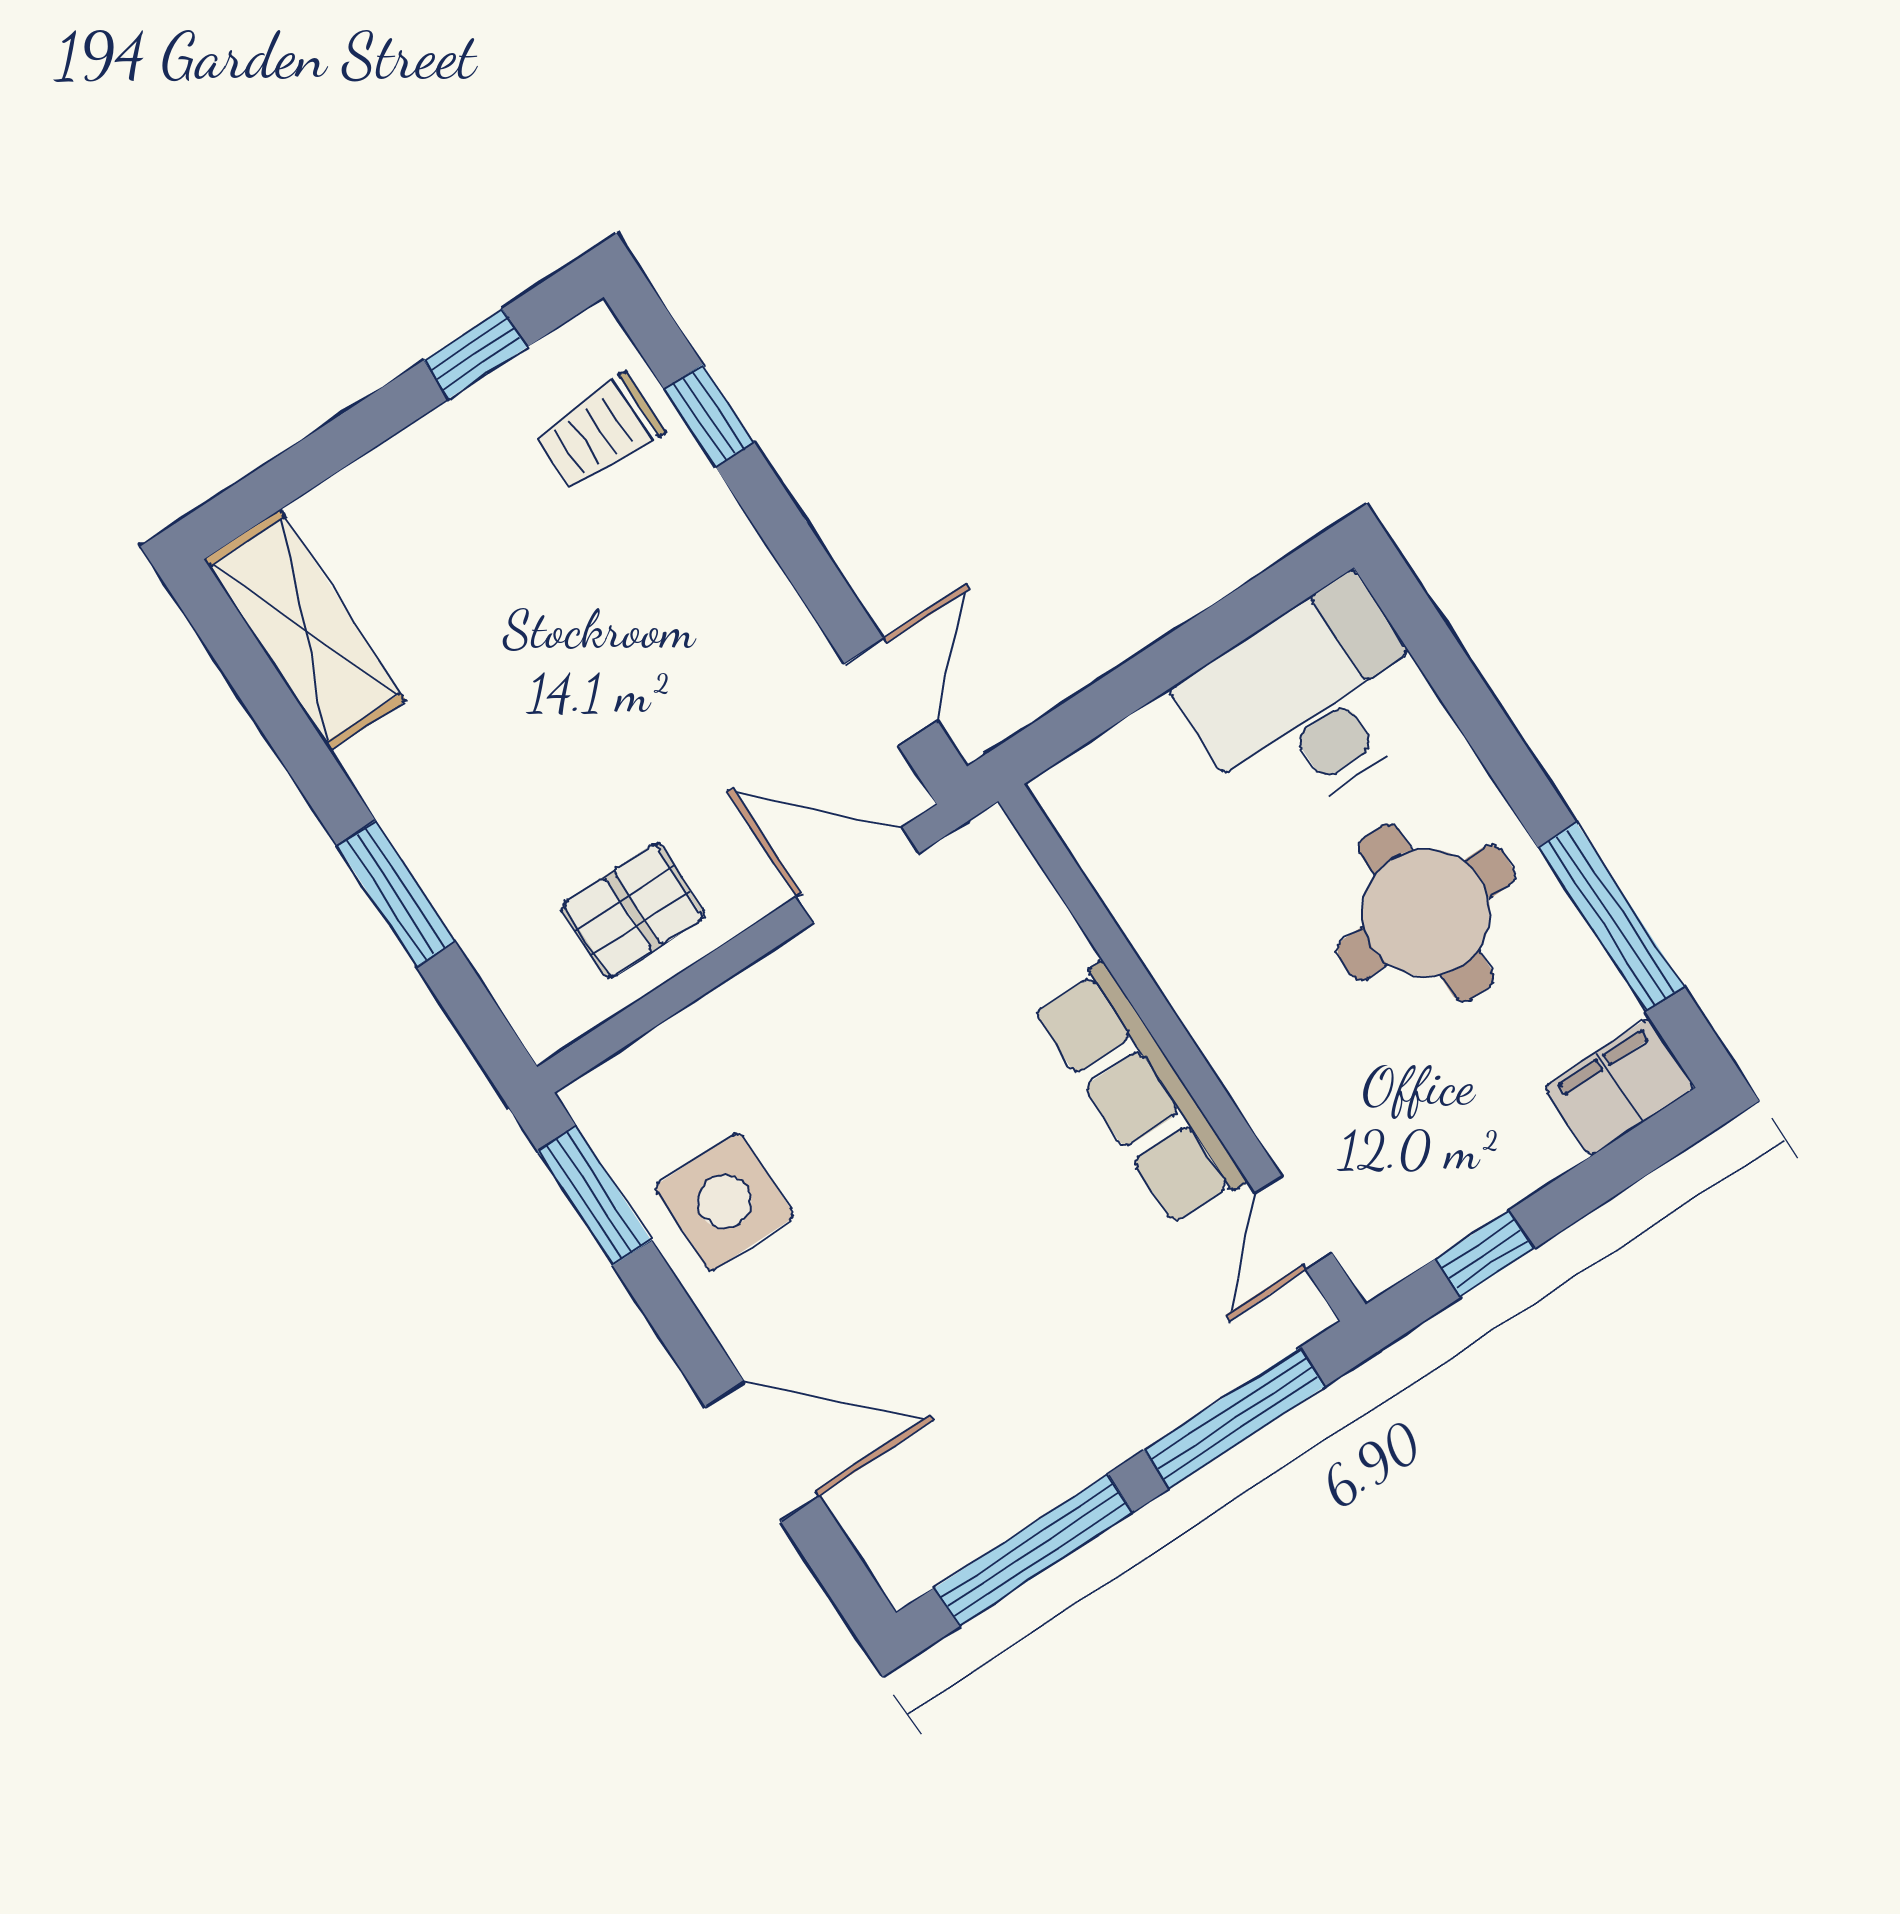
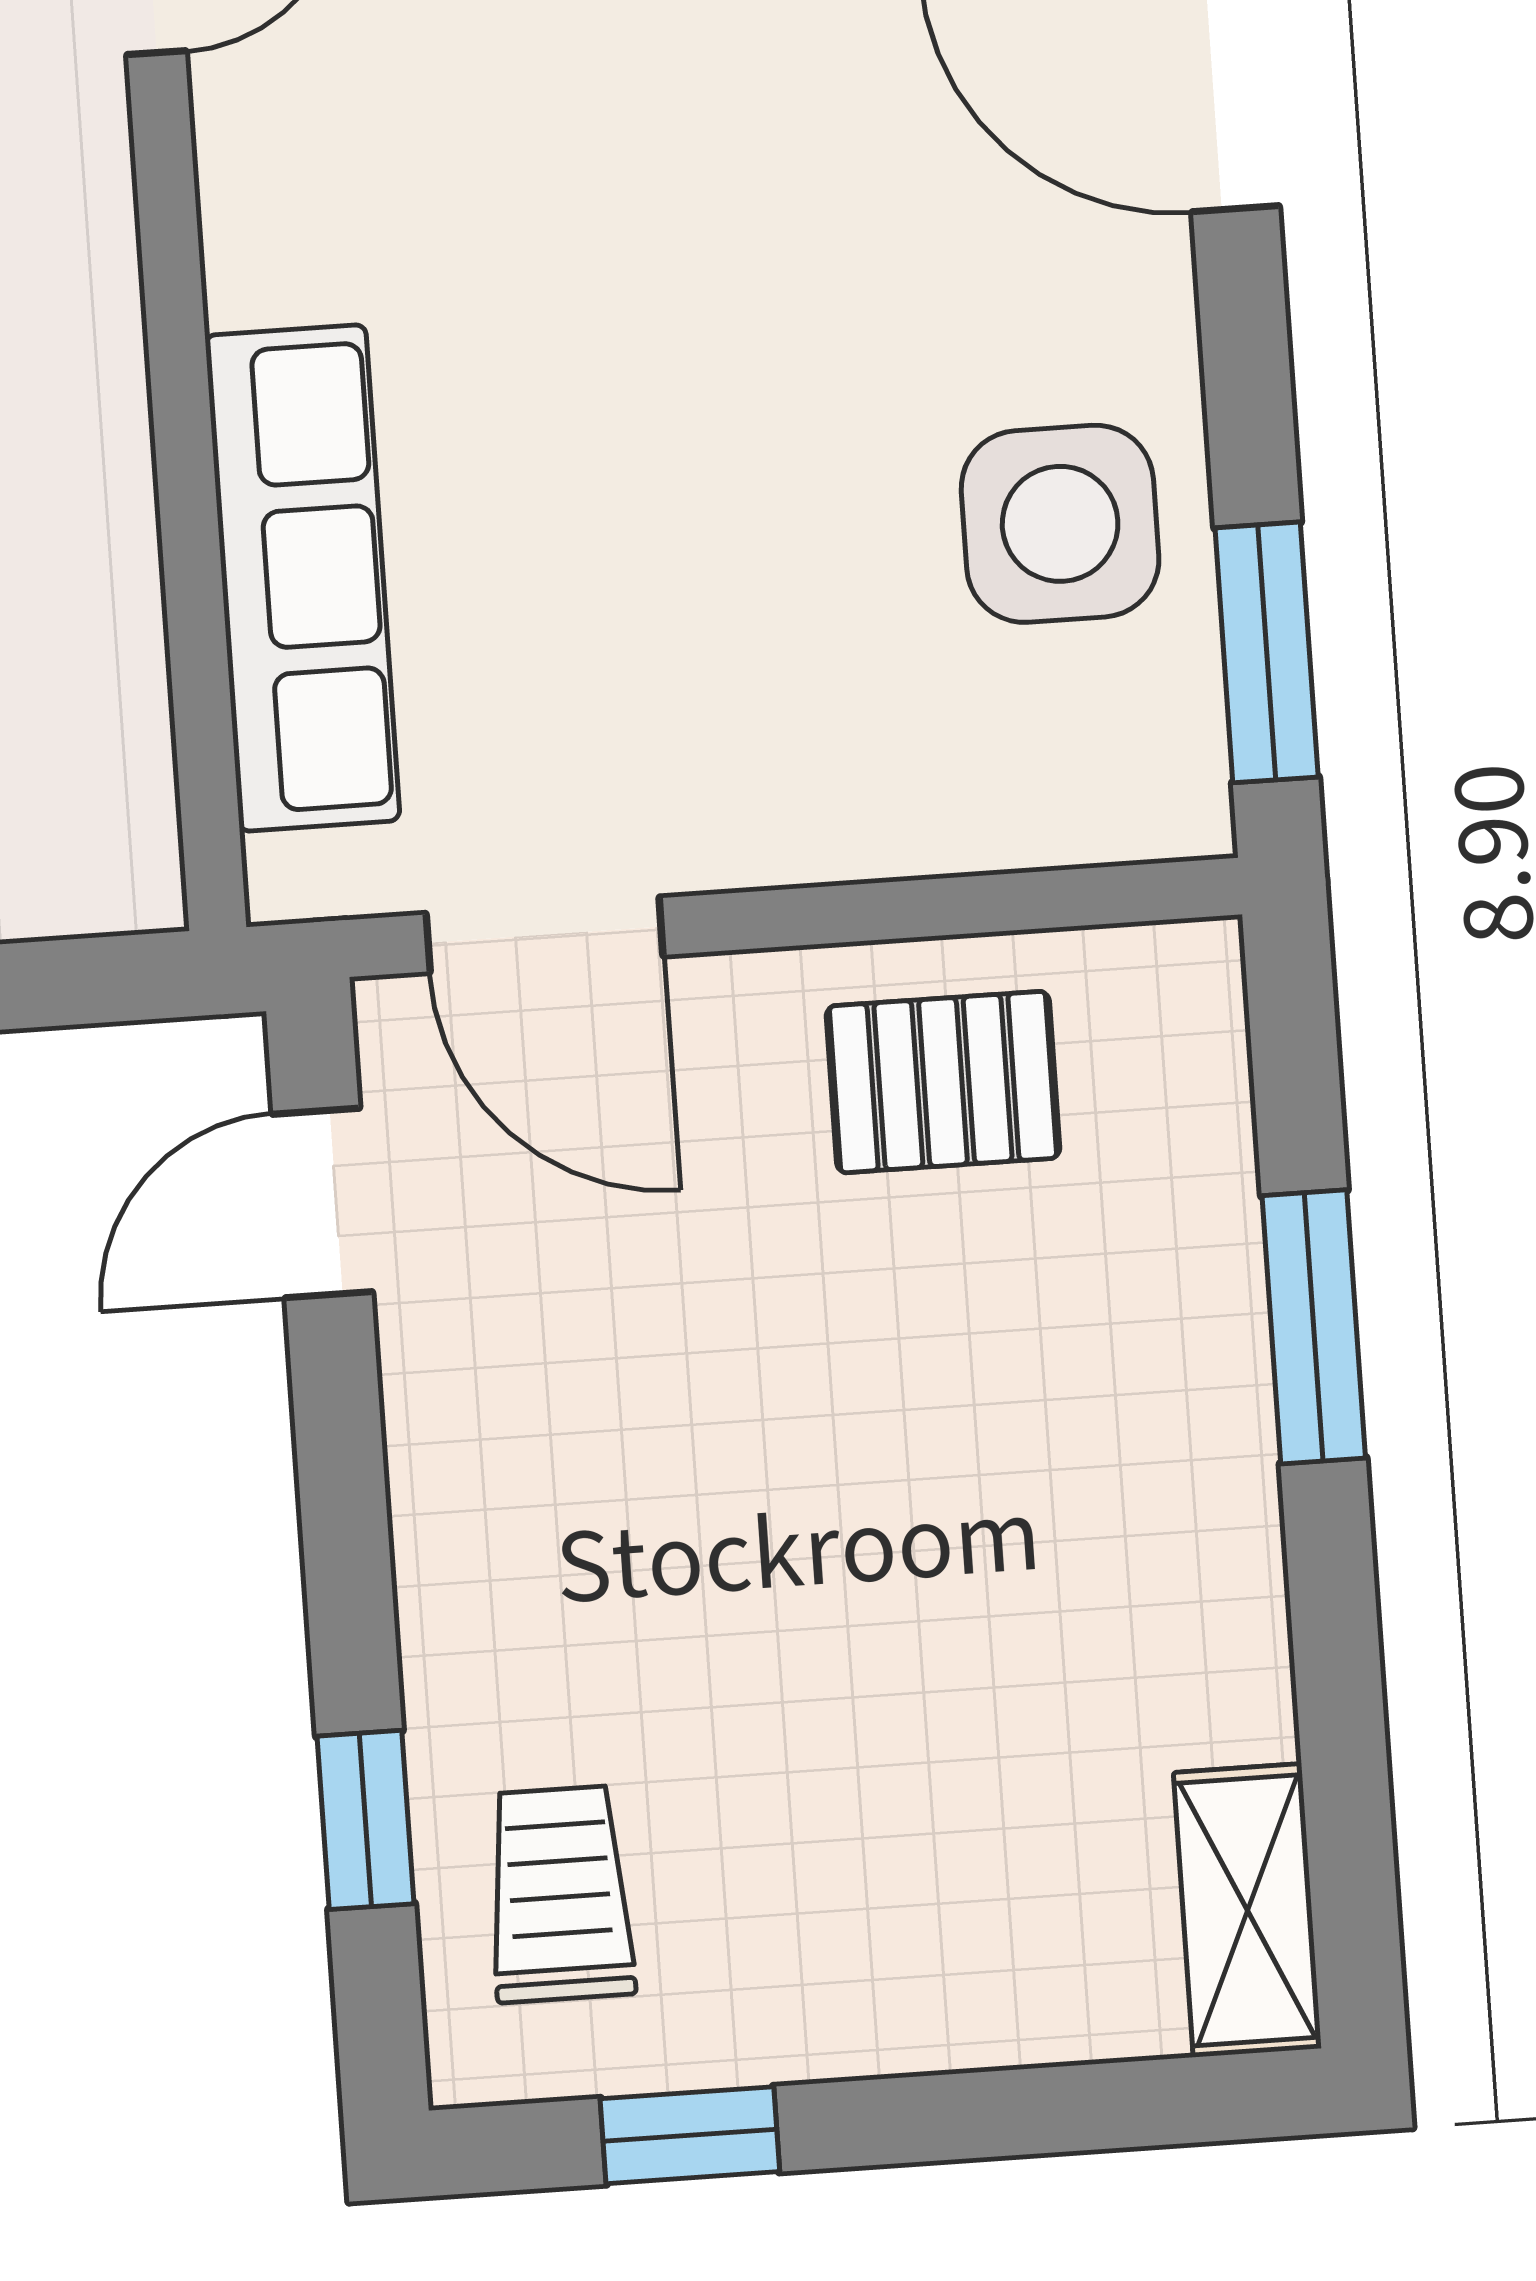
trolley: (599, 432) -> (560, 1894), turned -90
shelving: (305, 630) -> (1247, 1910), width x0.67, depth x0.75
row of seats: (1140, 1094) -> (302, 578), moved

